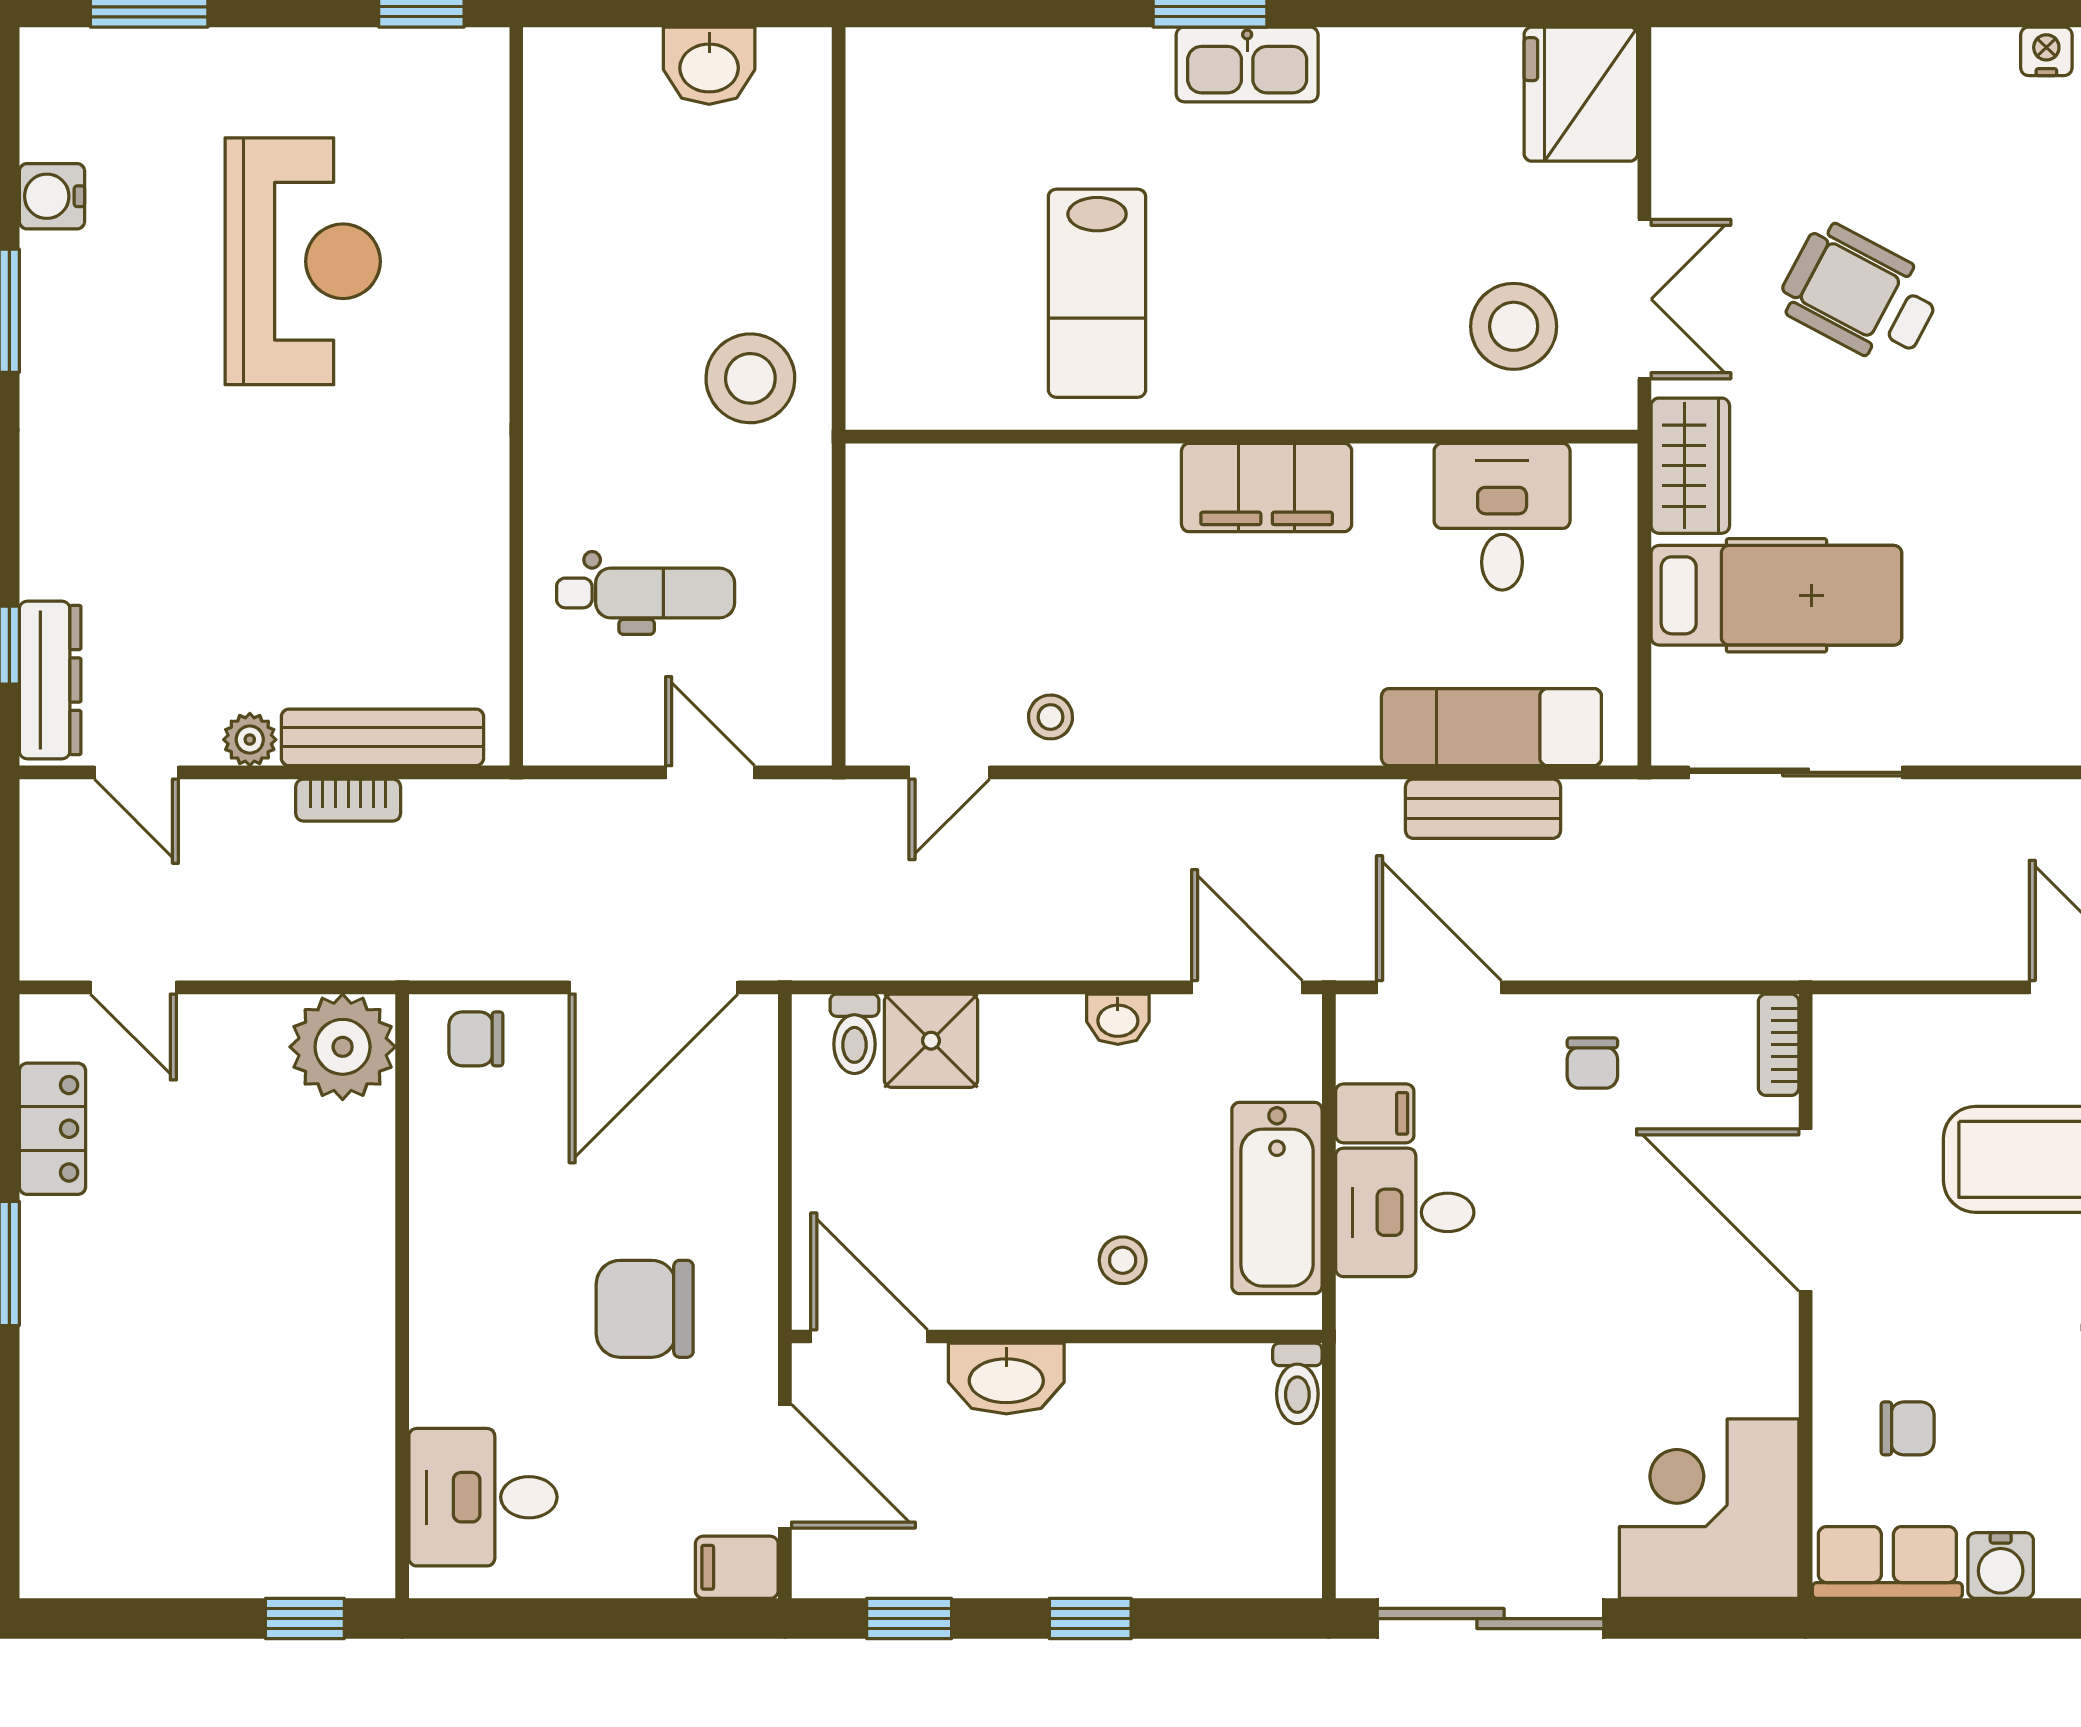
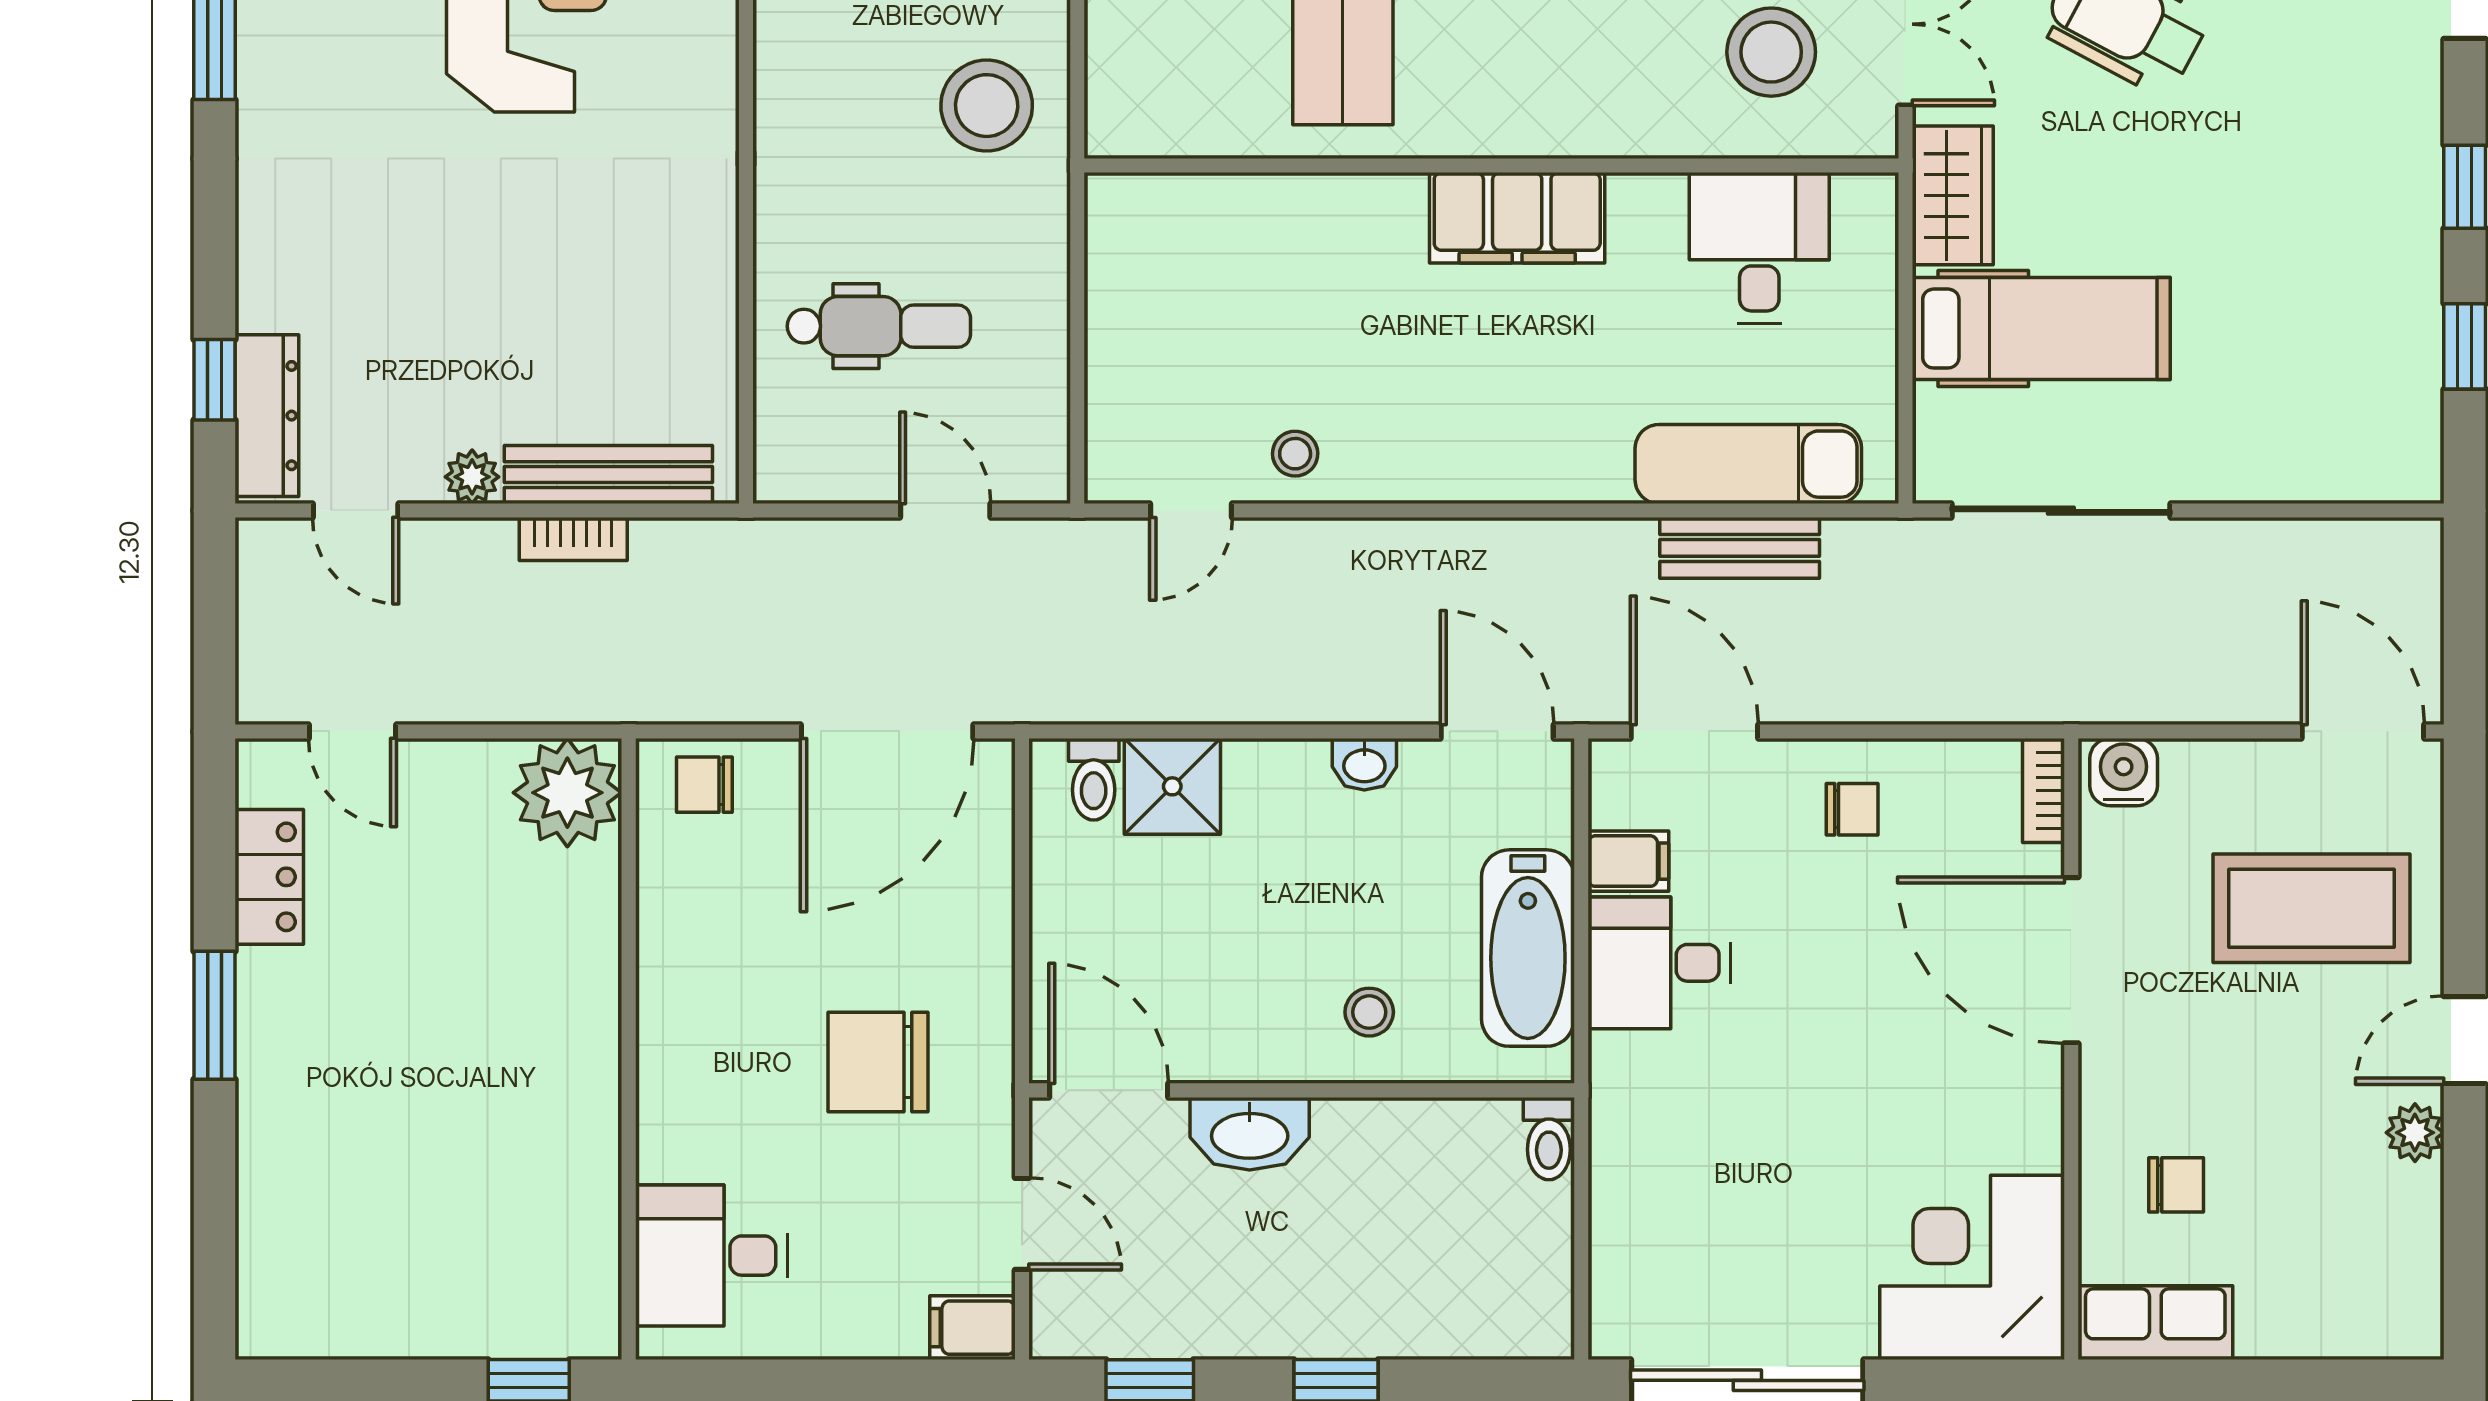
chair: (1592, 1063) -> (1852, 809), turned -90
door: (785, 1466) -> (1022, 1224), width x0.73
water cooler: (2001, 1566) -> (2124, 772), moved, turned 180

